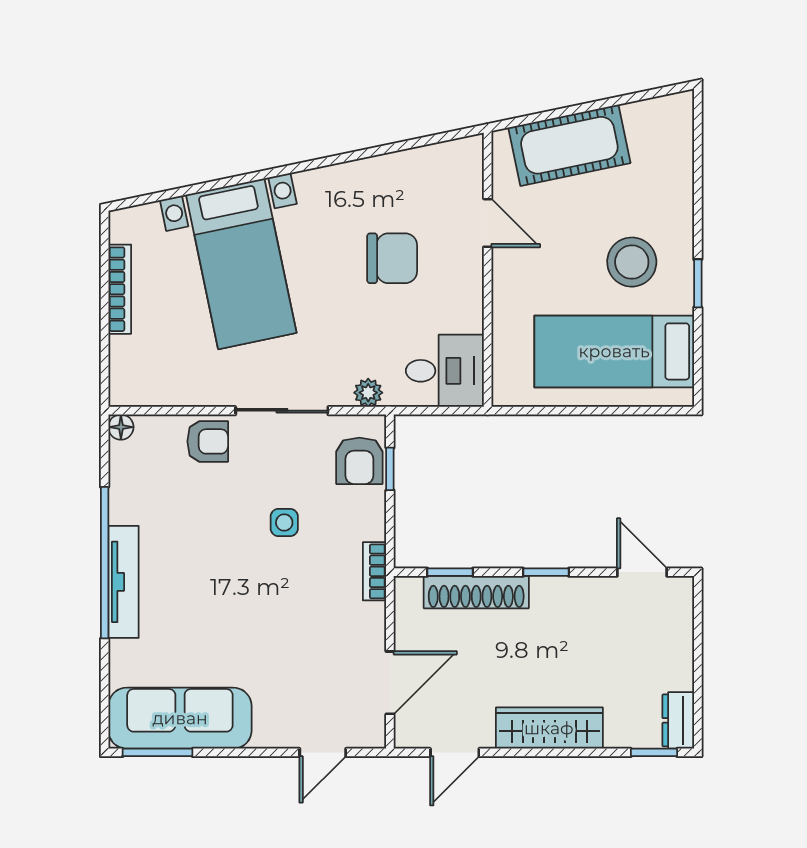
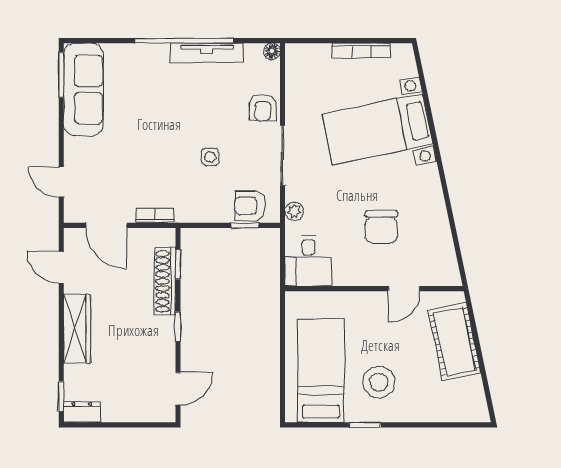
bookcase: (374, 571) -> (155, 215), moved
tv unit: (123, 582) -> (207, 53), moved

